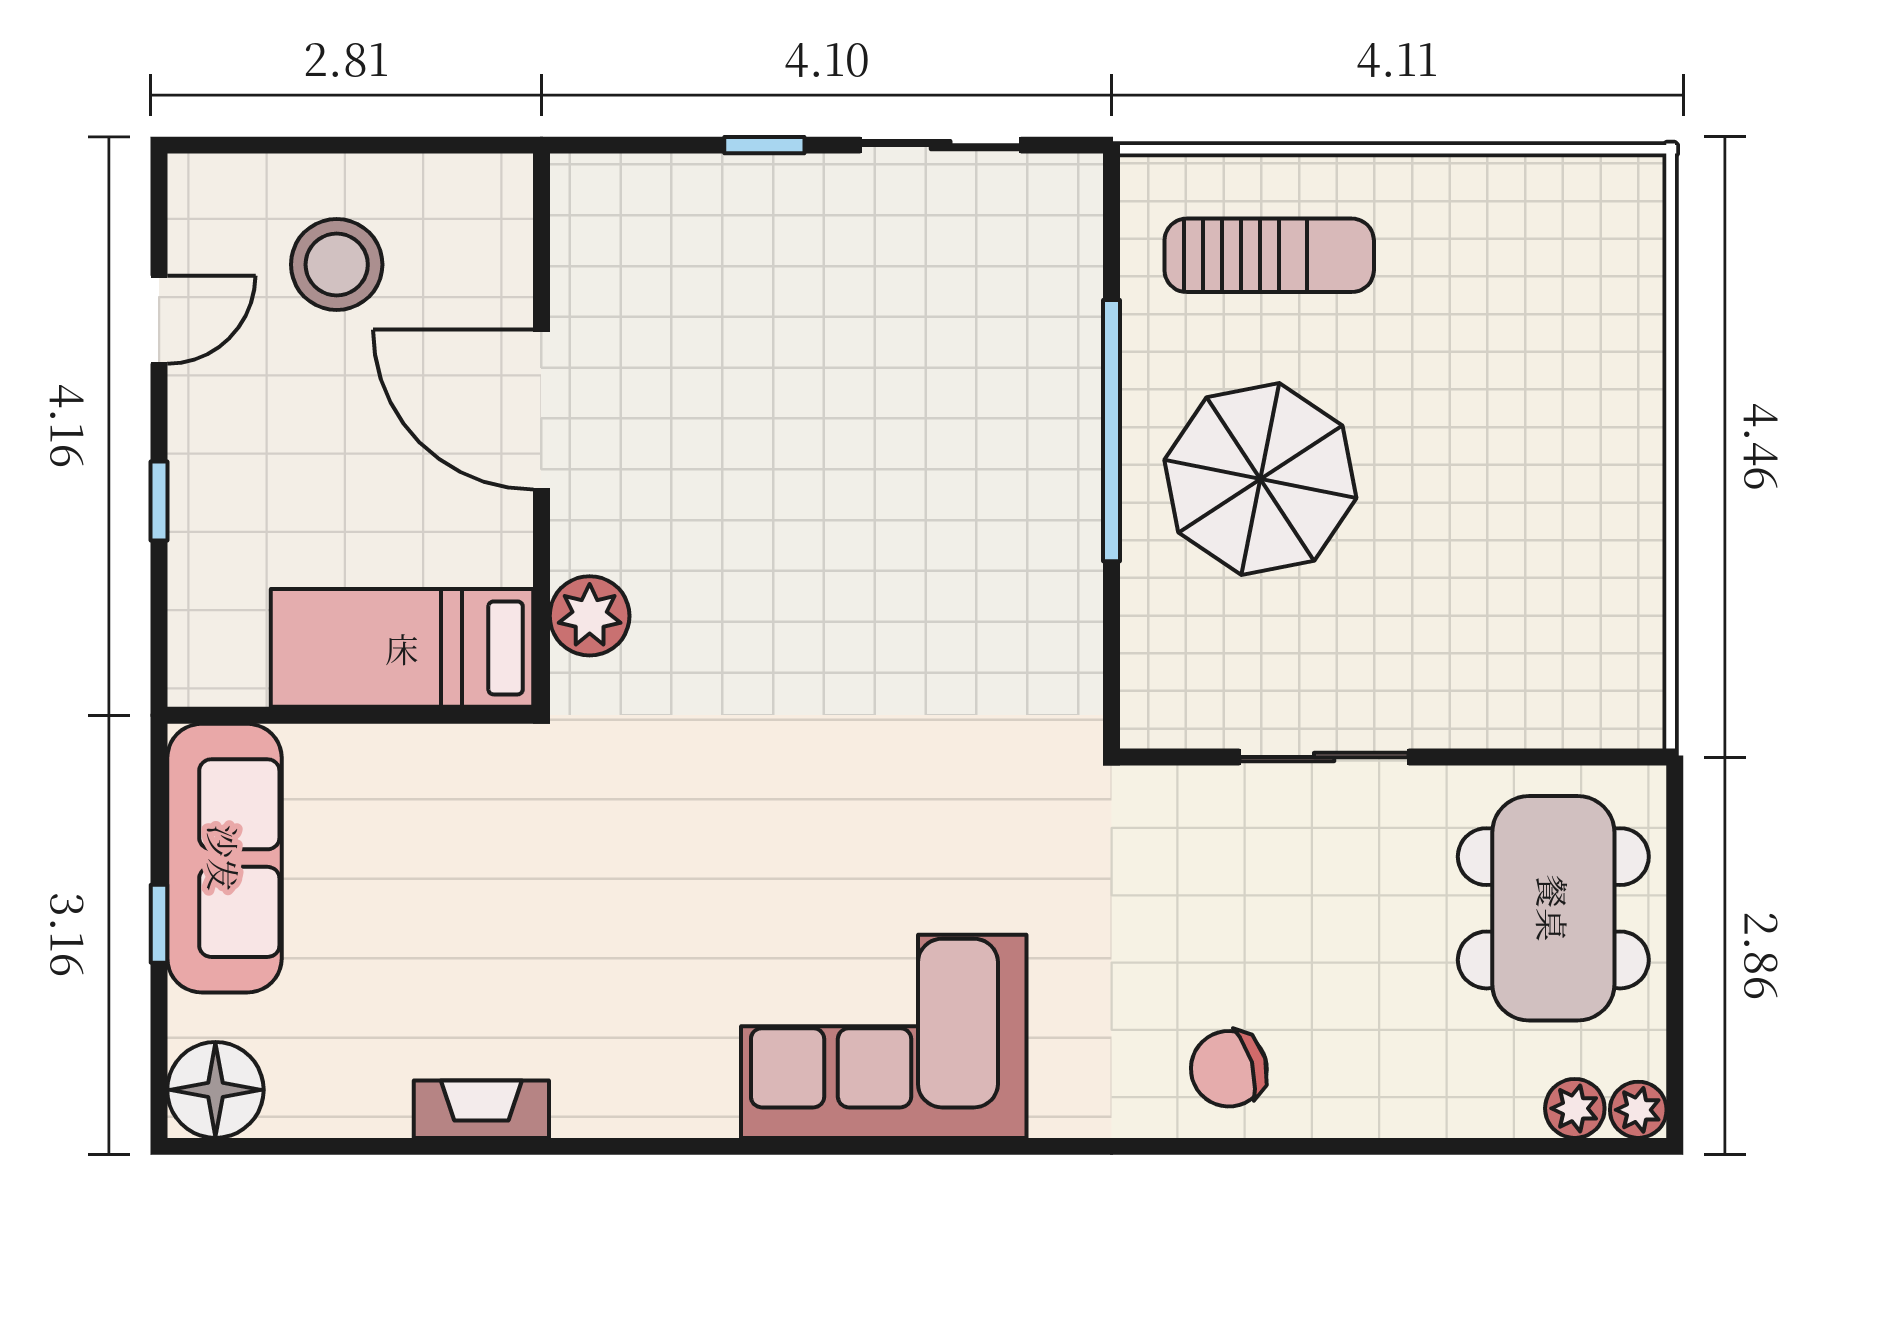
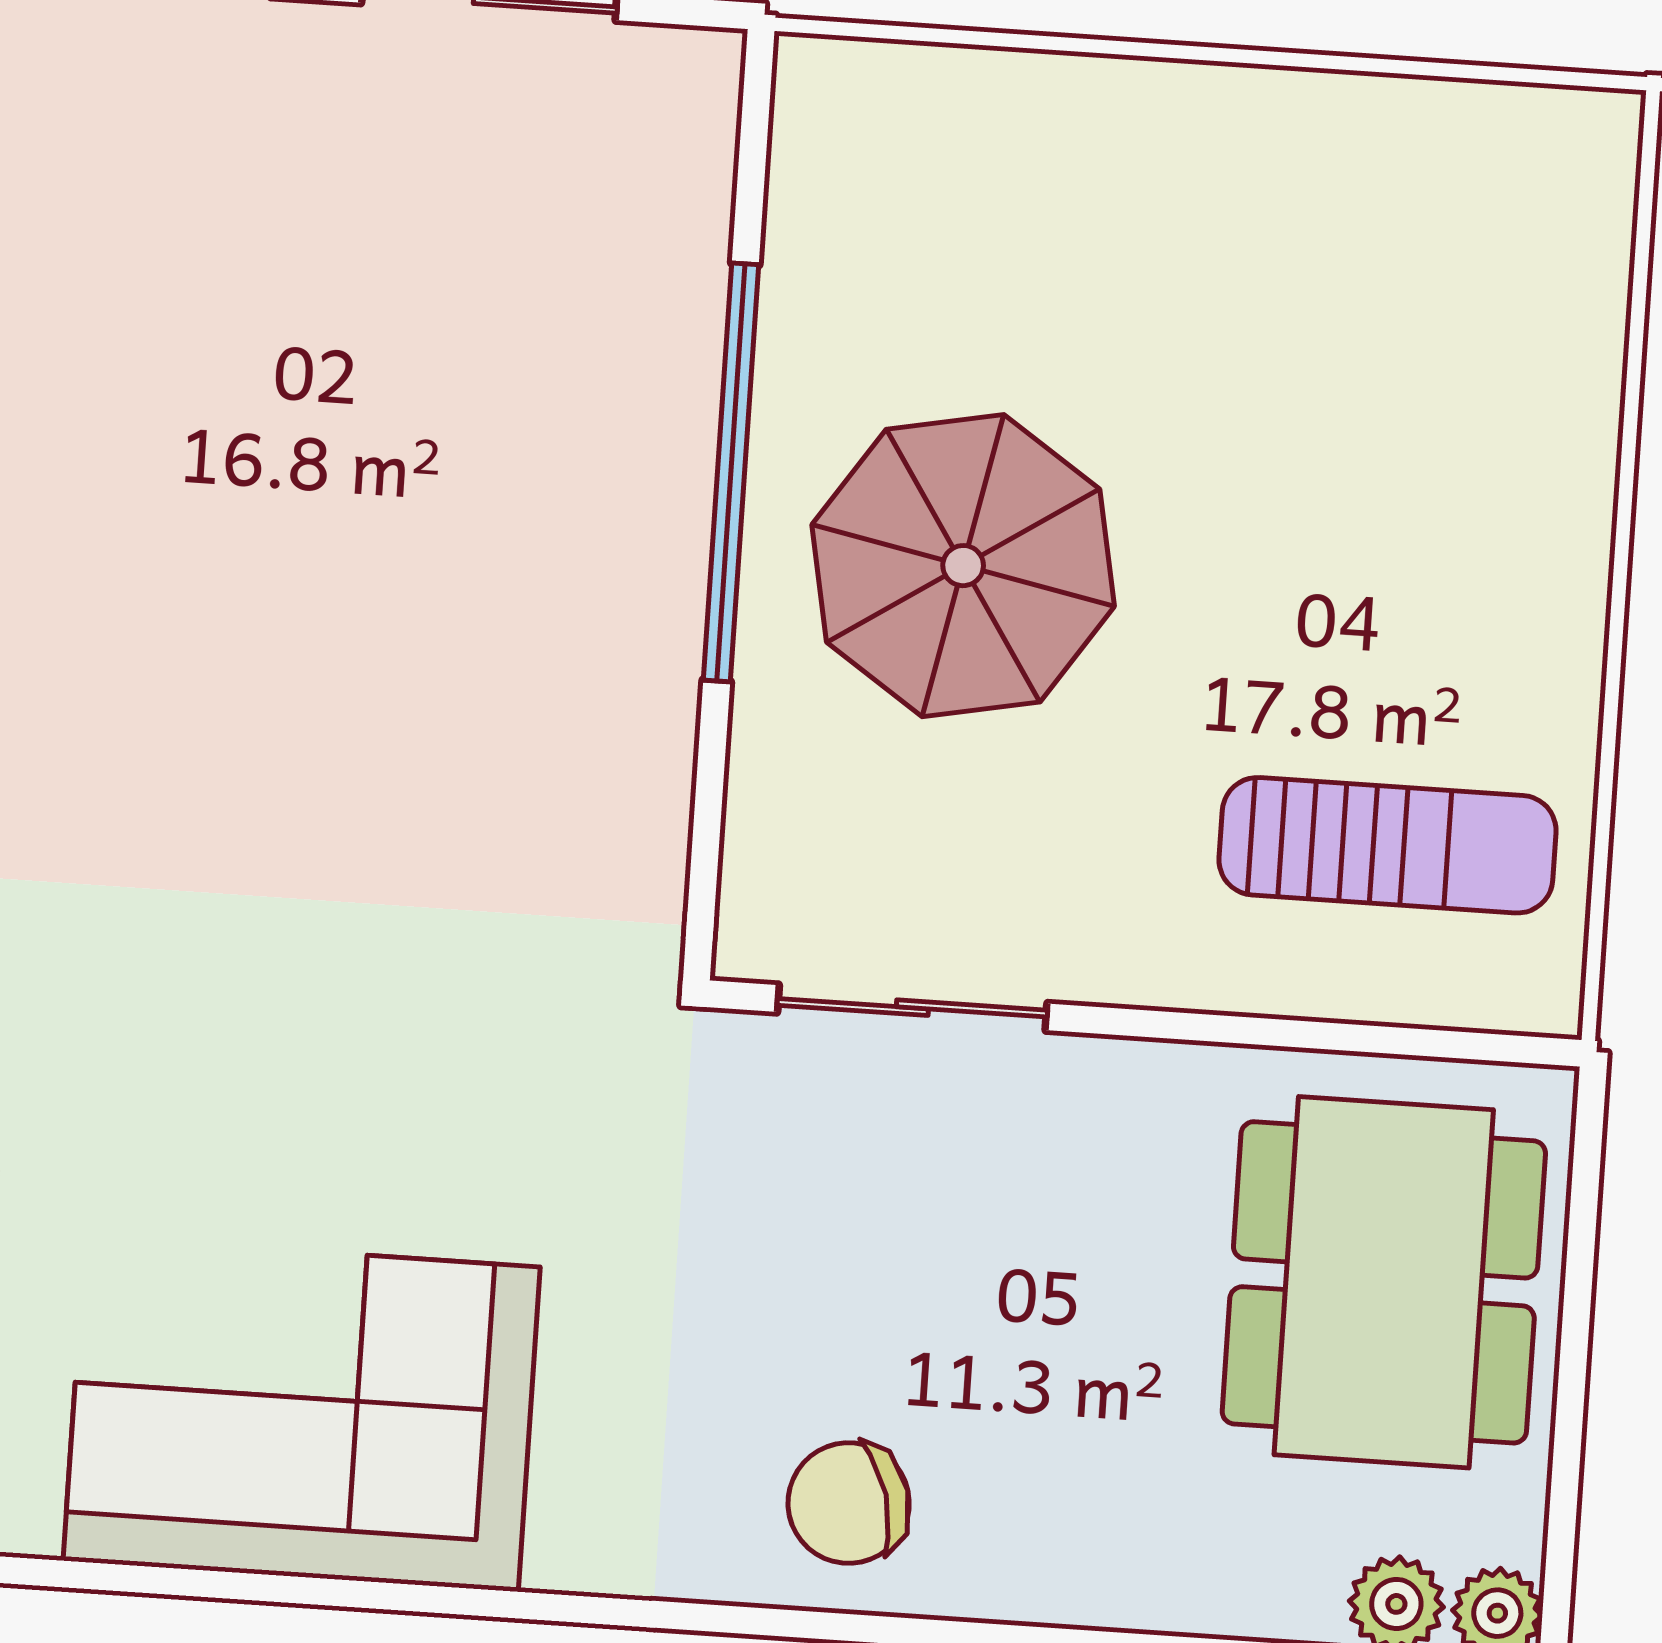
sun lounger: (1269, 255) -> (1388, 845), moved
sliding door: (1324, 757) -> (912, 1008), moved

